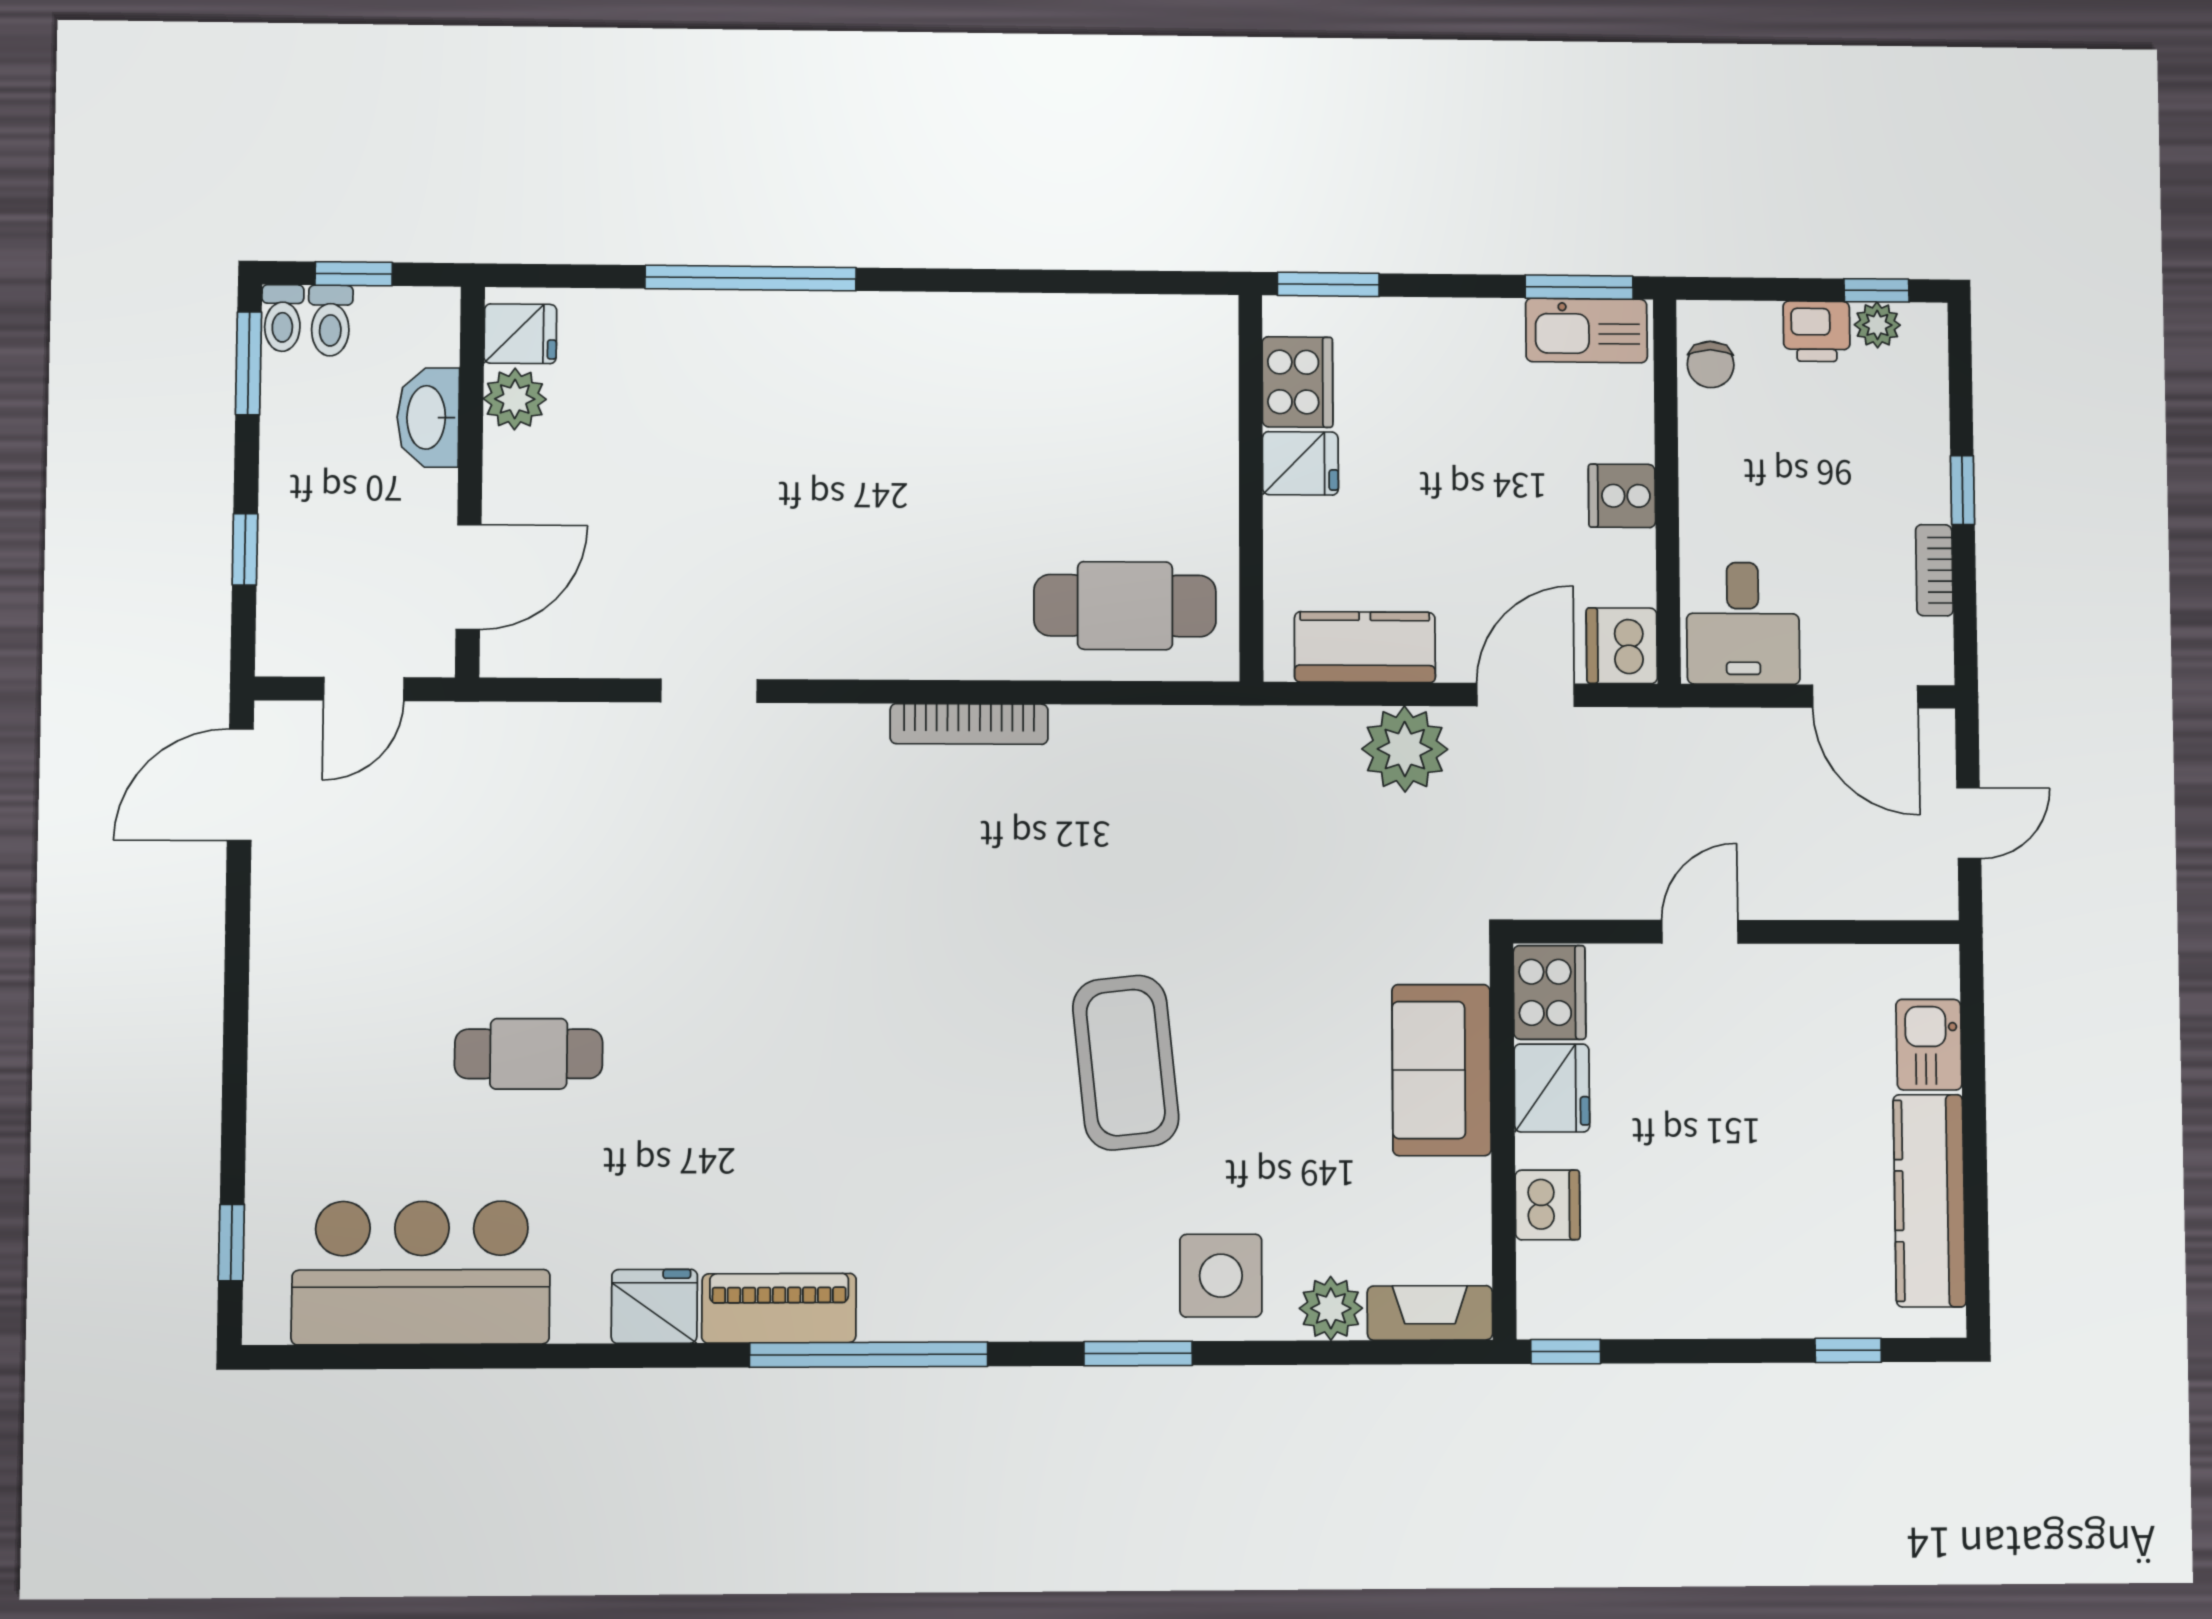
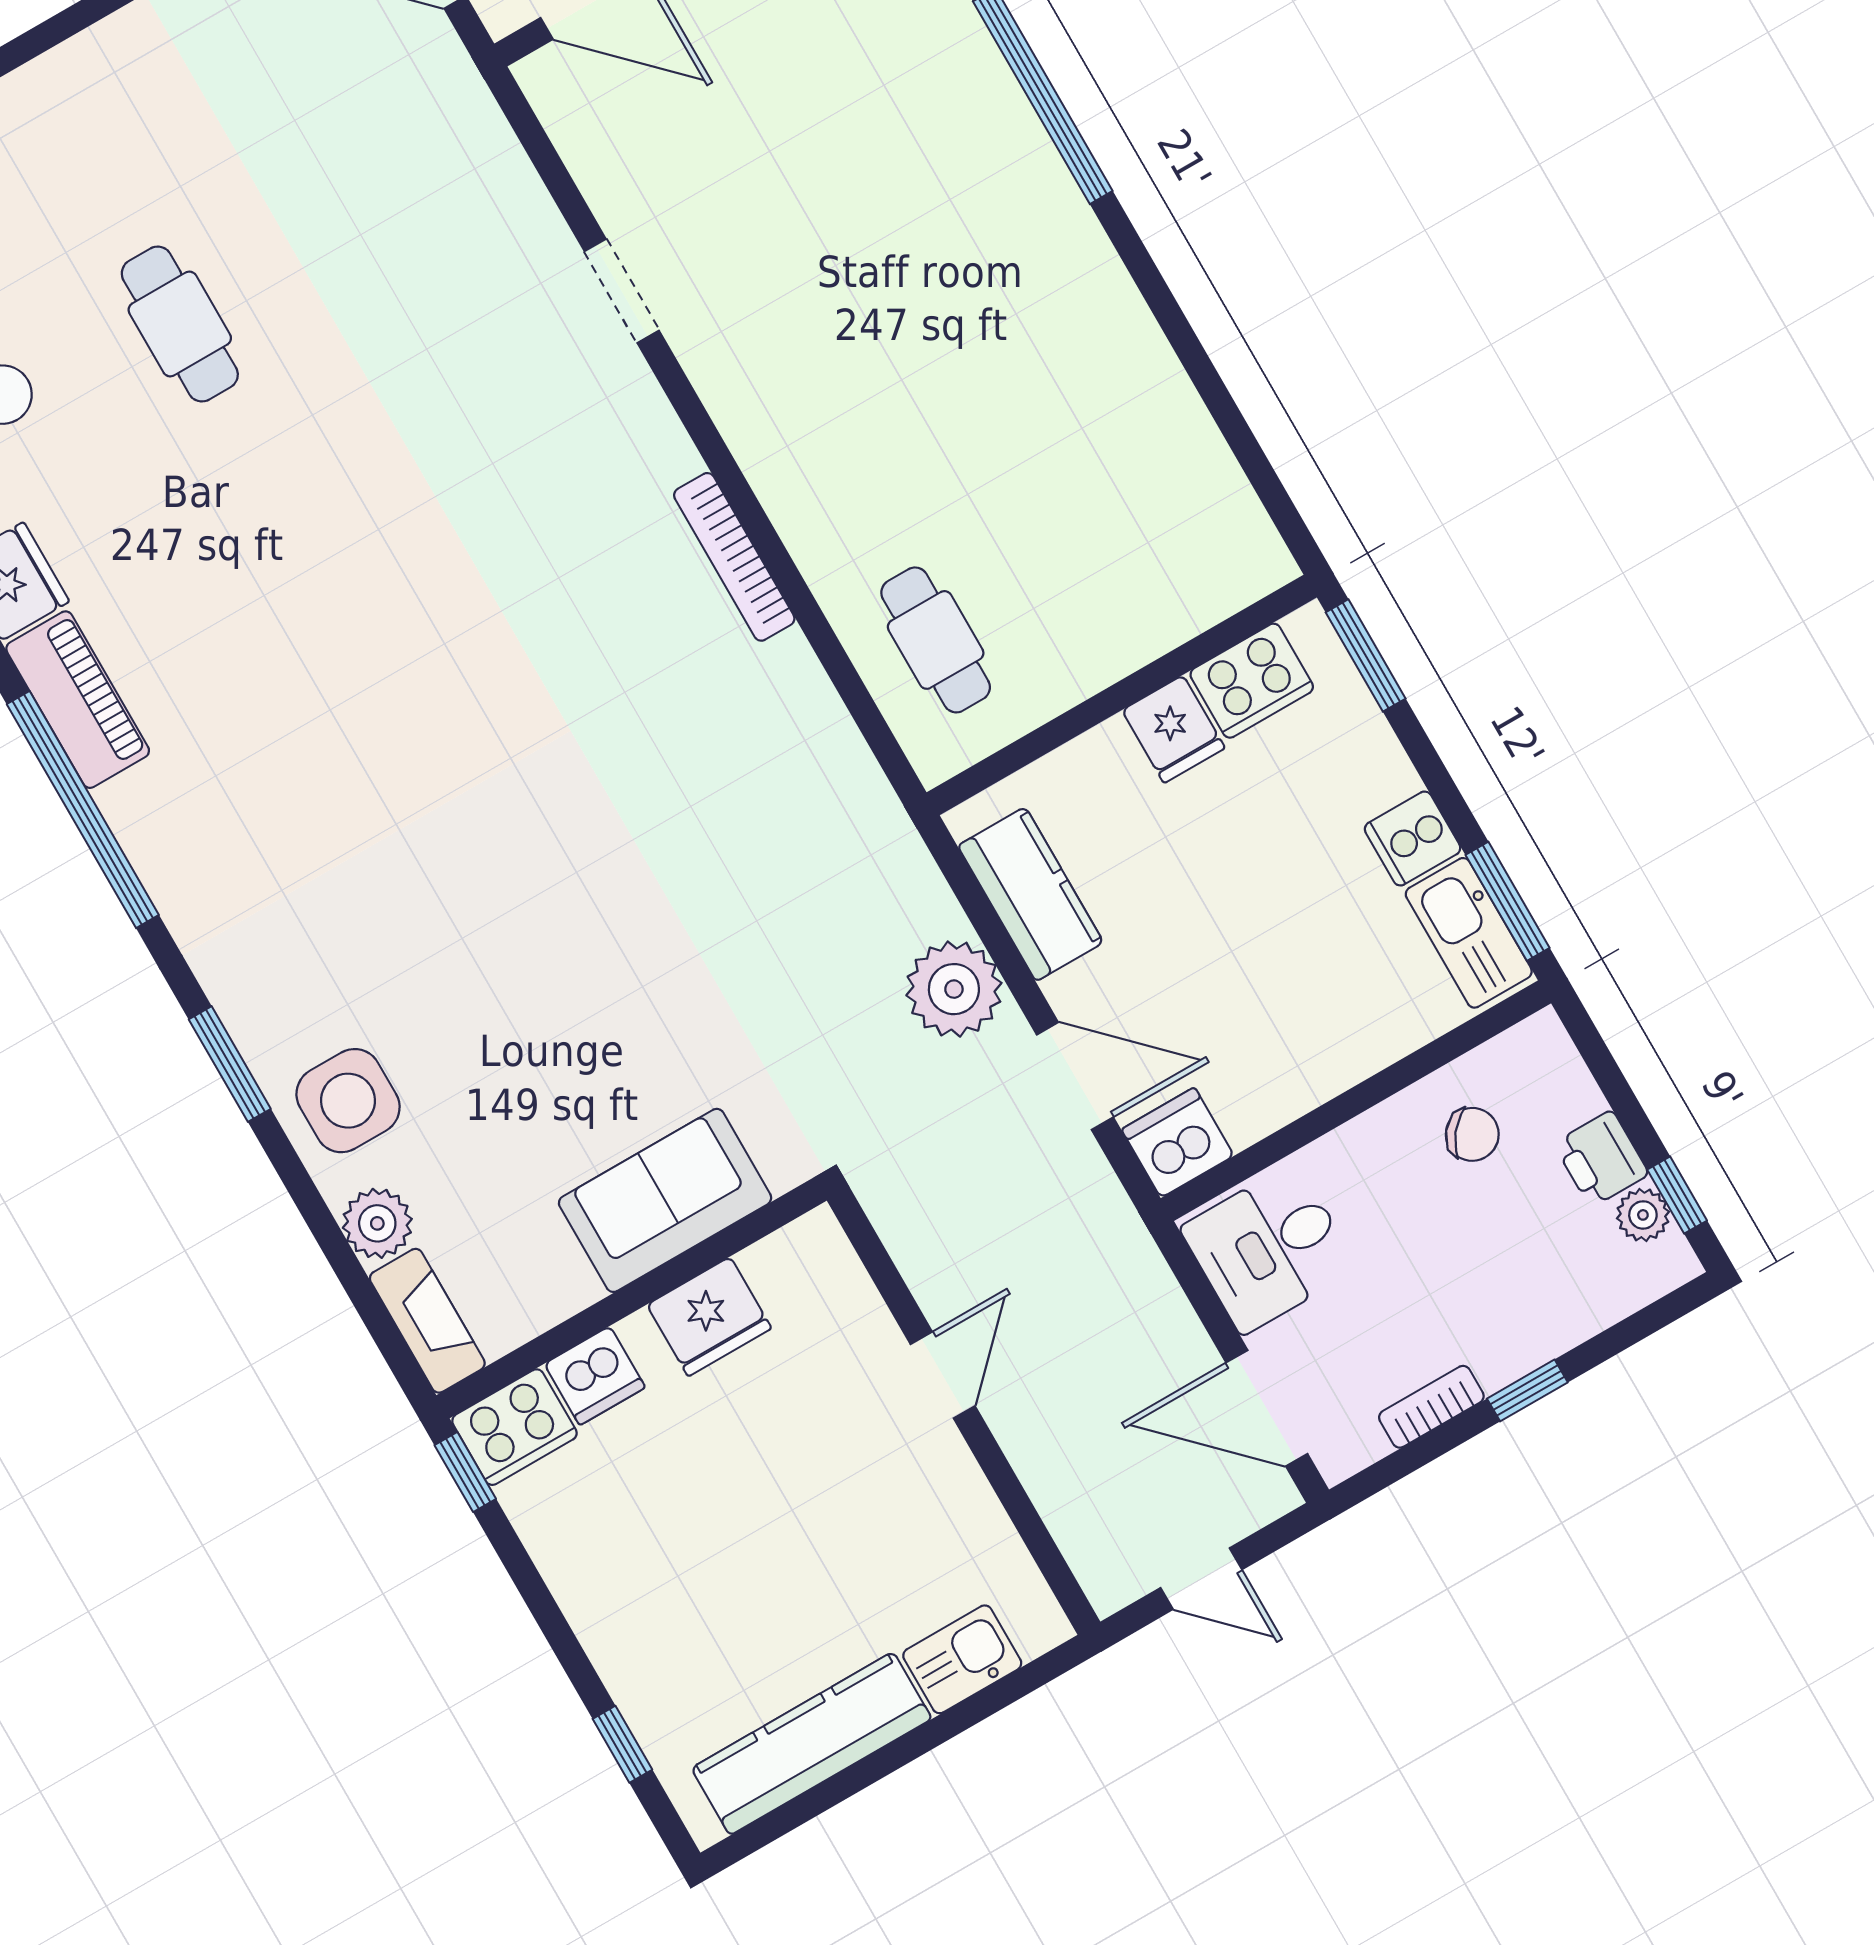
chair: (1711, 364) -> (1472, 1134), moved, turned -142
cooker: (1622, 496) -> (1413, 839), moved, turned -90
cafe table: (1125, 606) -> (936, 640), width x0.73, depth x0.74
door: (1865, 696) -> (1267, 1408), hinge flipped
door: (1700, 932) -> (943, 1375), hinge flipped
cooker: (1549, 992) -> (514, 1427), moved
coffee table: (1126, 1063) -> (497, 894), removed

